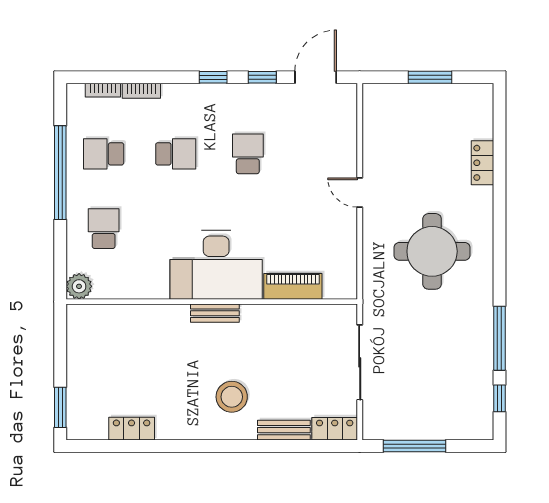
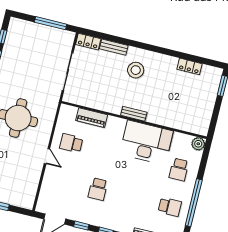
school desk: (176, 154) -> (71, 143), moved
desk: (216, 265) -> (146, 142), moved

